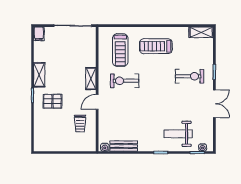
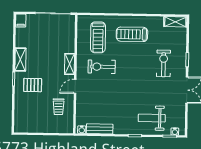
exercise bike: (189, 76) -> (164, 63), turned -90

